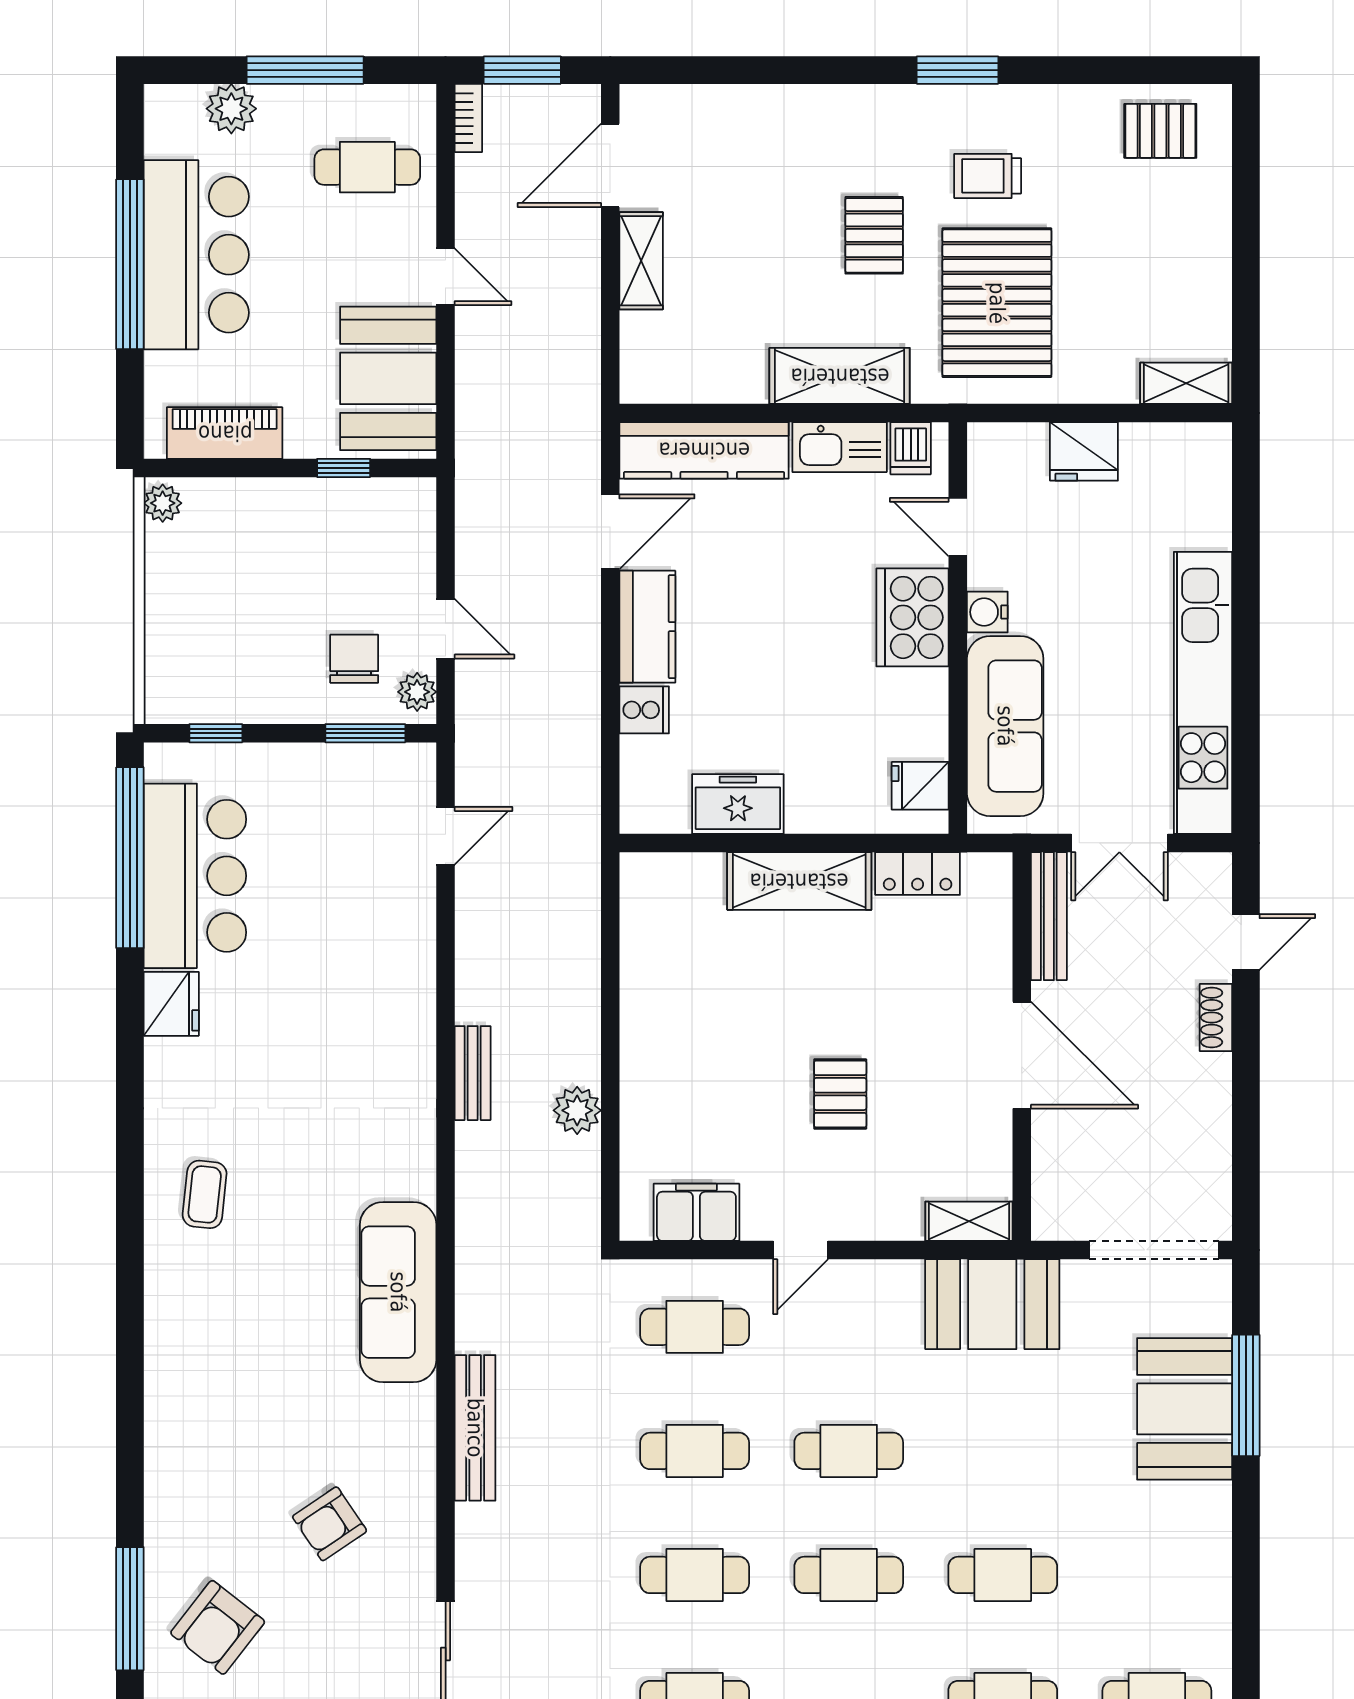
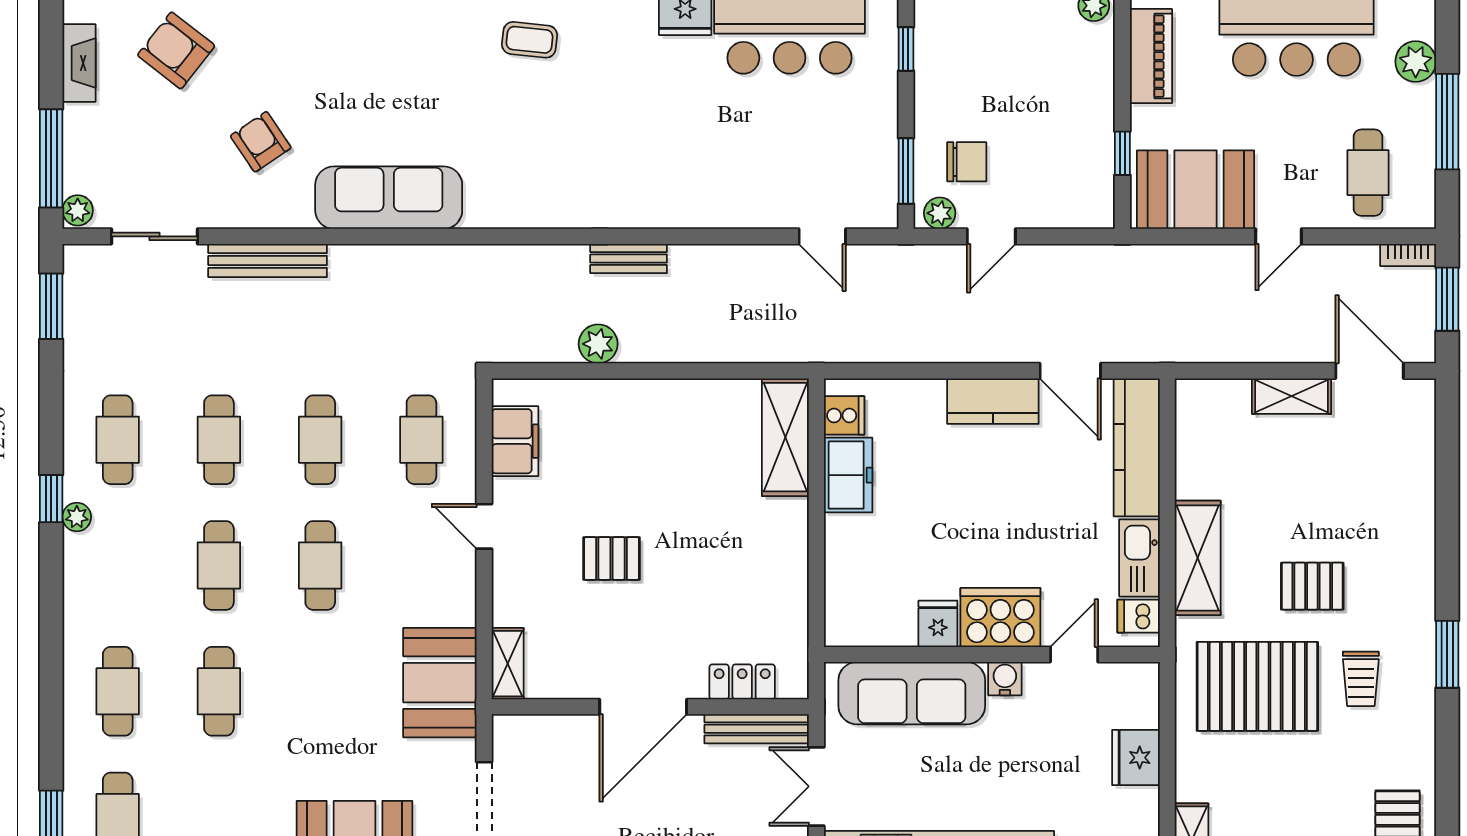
trolley: (988, 176) -> (1361, 679), turned 180
cooker: (644, 710) -> (844, 415), moved, turned -90
fridge: (920, 786) -> (938, 624), moved
locker: (918, 874) -> (742, 682), moved, turned 90
shelving: (799, 881) -> (785, 437), moved
sofa: (398, 1292) -> (389, 198), moved
bench: (475, 1428) -> (268, 261), moved

